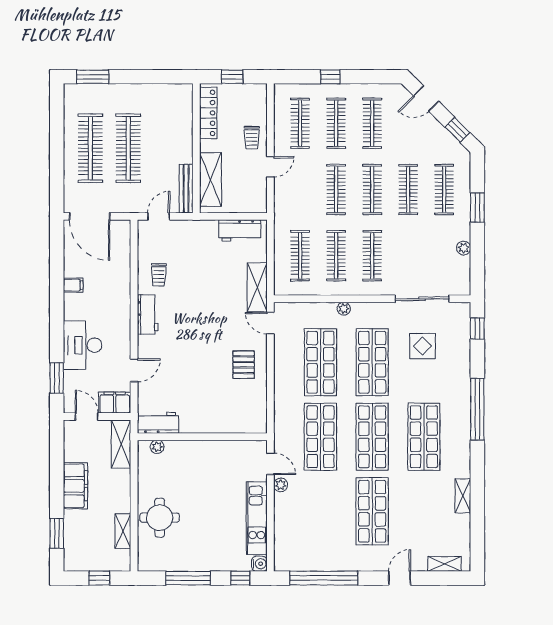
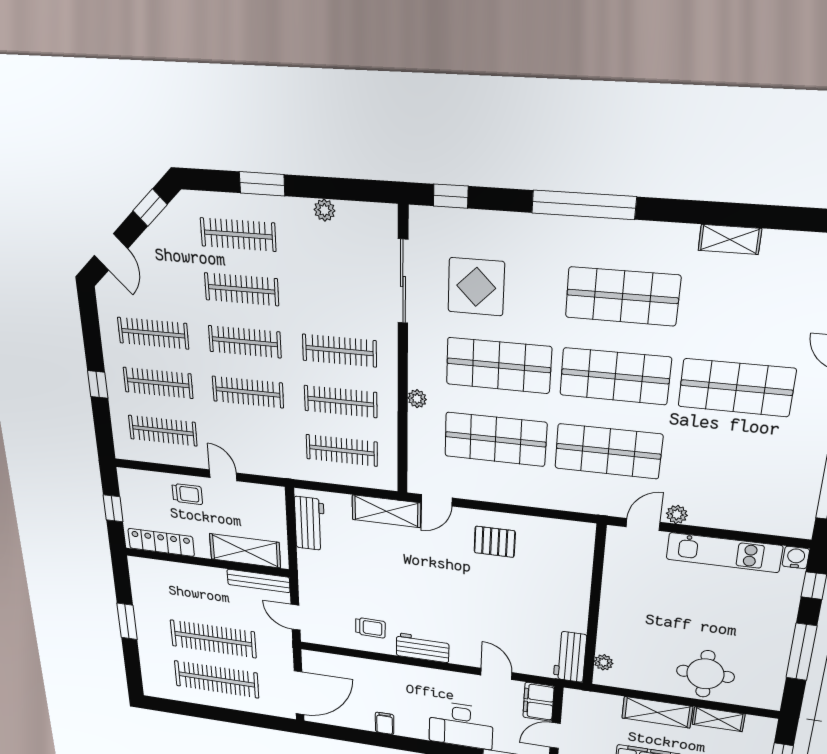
window: (93, 77) -> (127, 621), moved
display table: (422, 346) -> (476, 287), width x1.36, depth x1.36
shelving: (121, 444) -> (657, 712), moved

